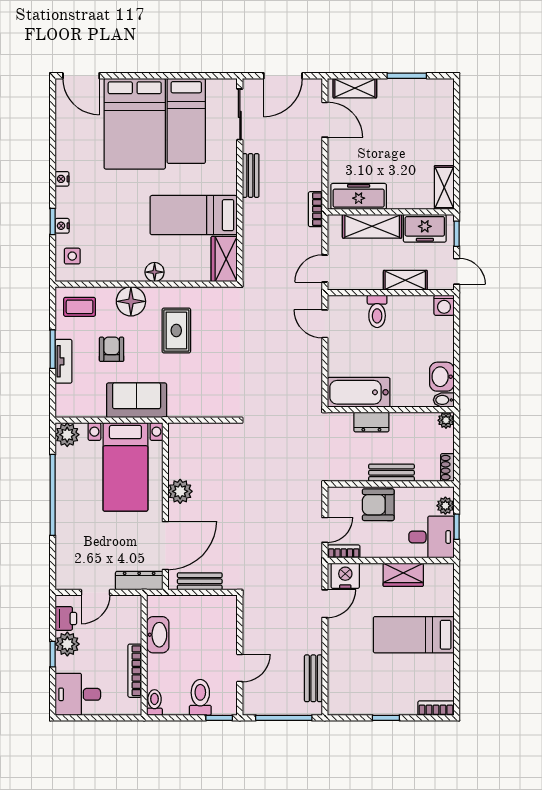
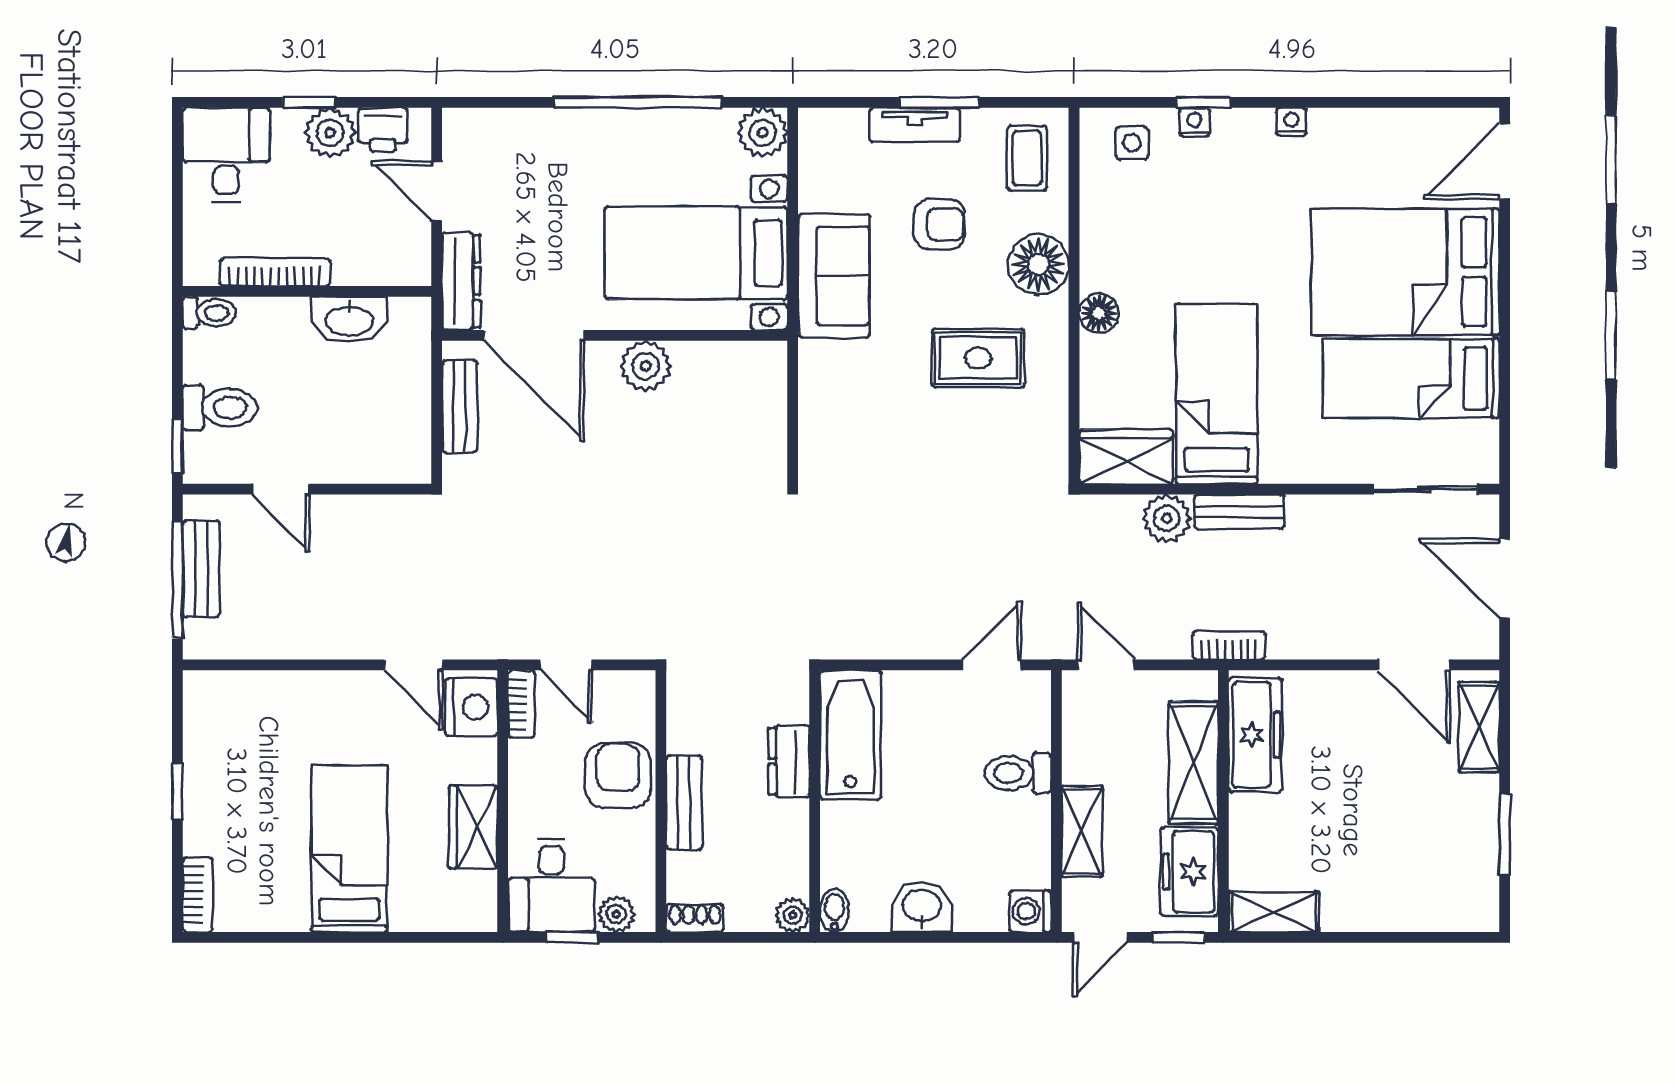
door: (325, 120) -> (1414, 665), hinge flipped
bench: (251, 176) -> (1239, 512), moved
plant: (254, 239) -> (1167, 518), added
washbasin: (442, 377) -> (922, 907), moved
bench: (313, 678) -> (201, 569), moved, turned 90

